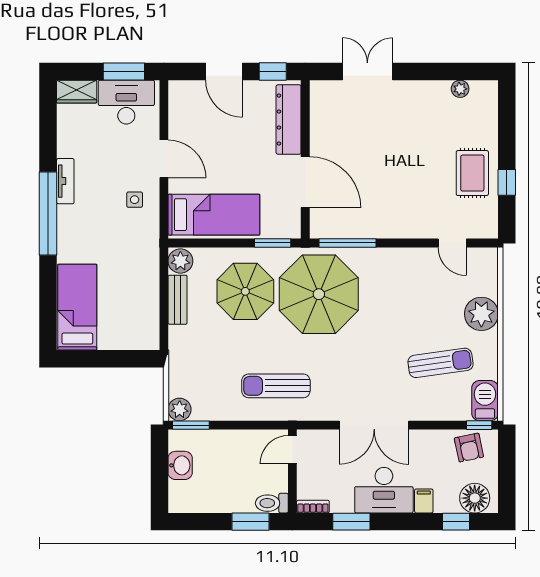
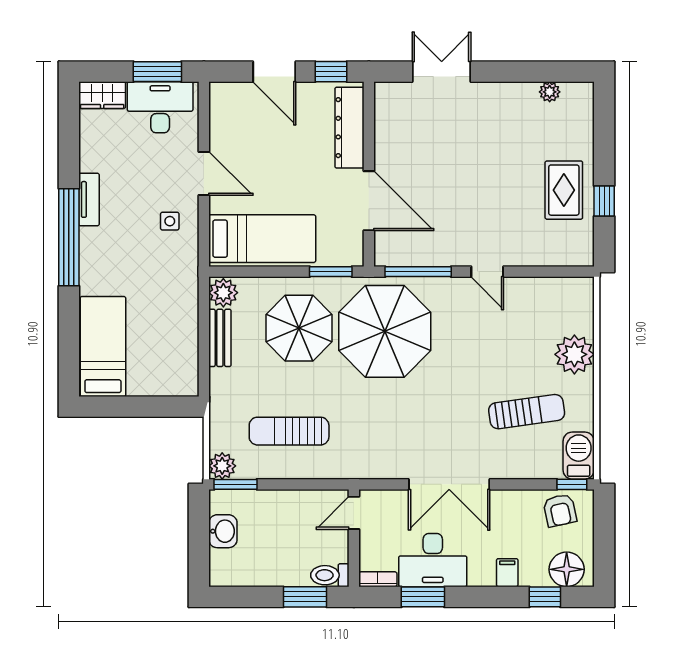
door: (452, 243) -> (487, 272), moved
sun lounger: (276, 386) -> (289, 431), moved
desk: (384, 490) -> (433, 560), moved

